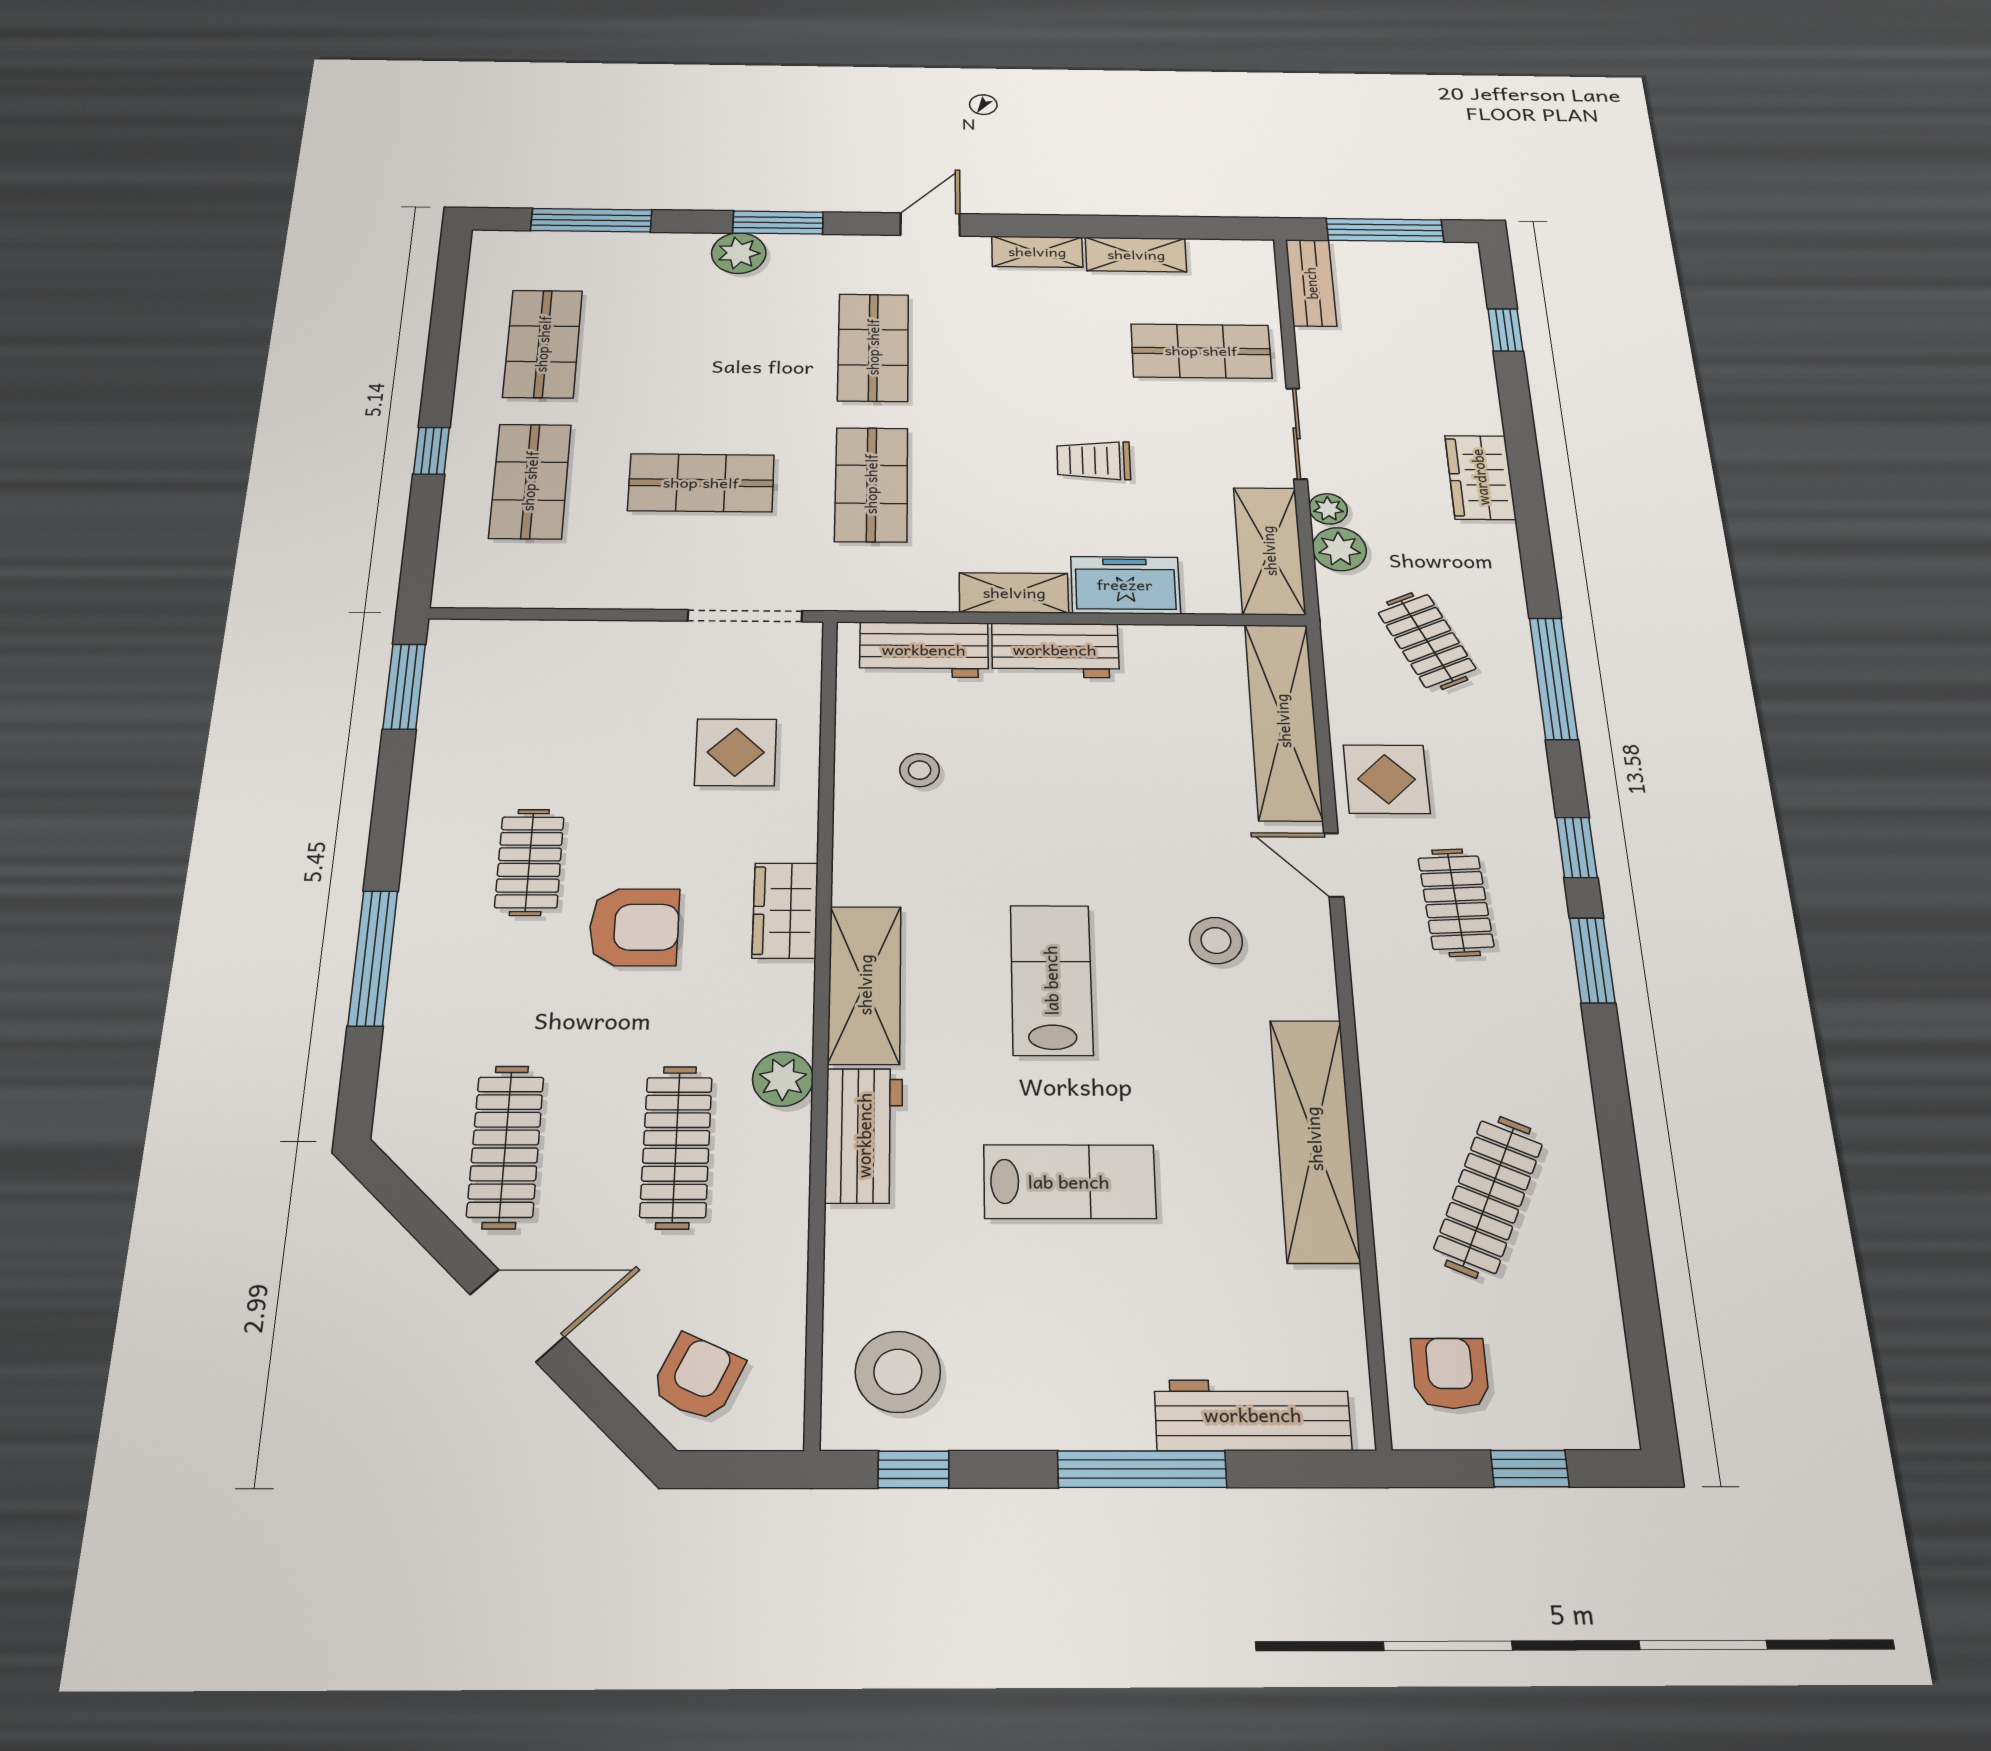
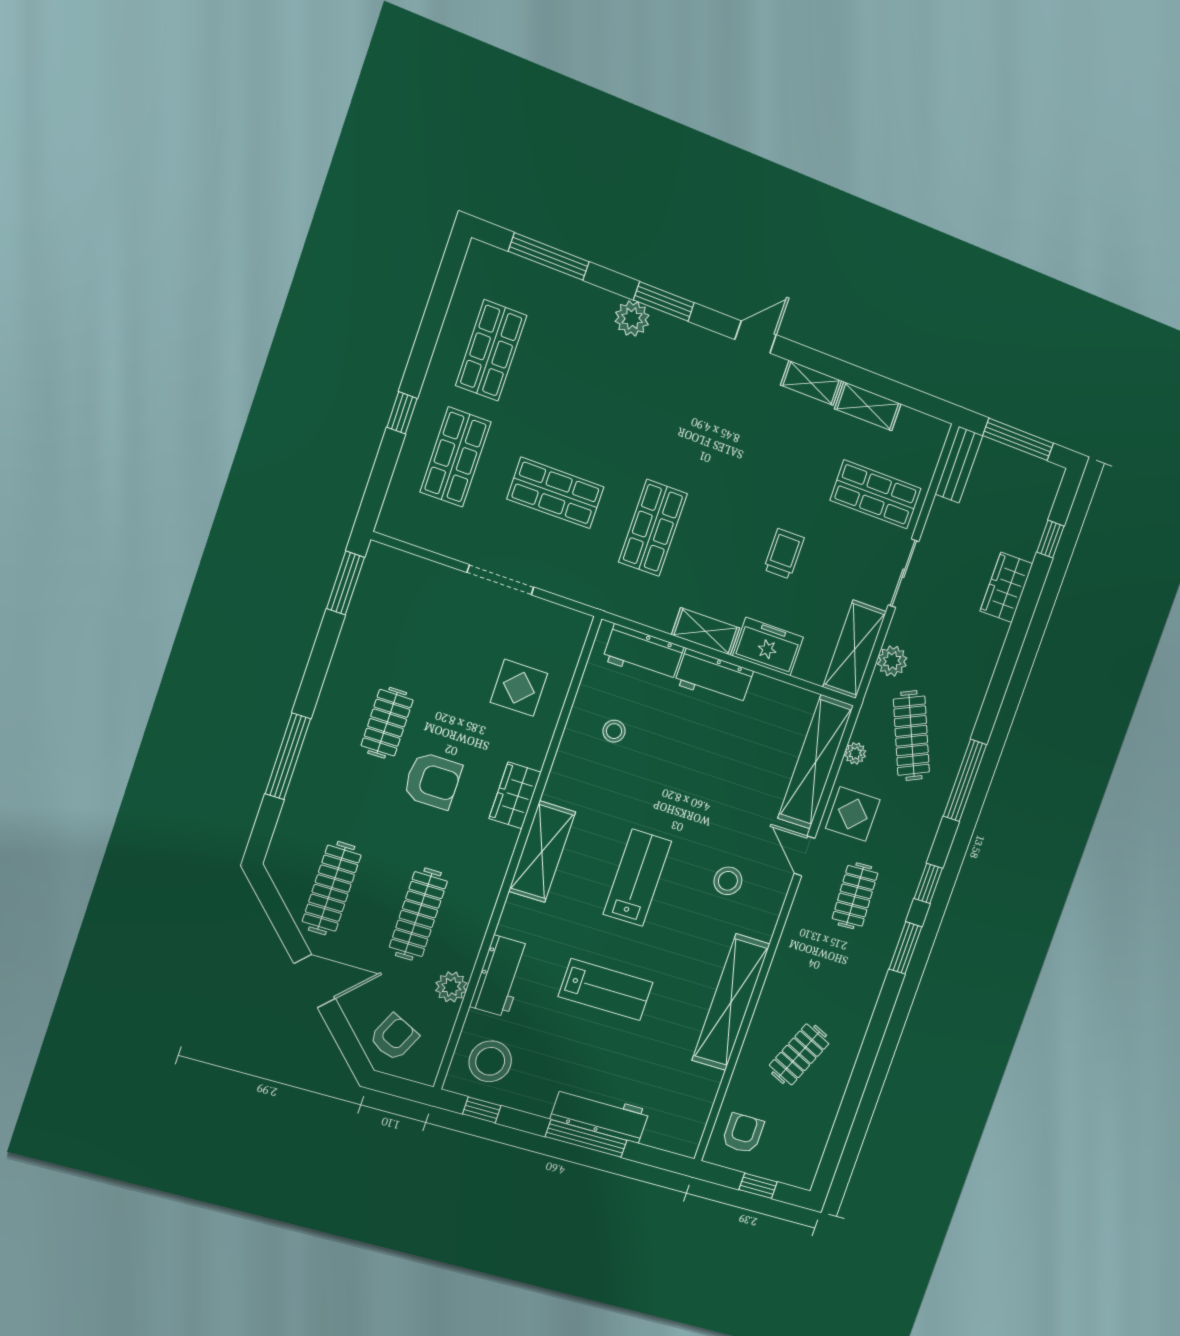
shop shelf: (873, 347) -> (688, 424), removed
trolley: (1094, 460) -> (784, 554), turned 90
wardrobe: (1480, 477) -> (1006, 587), moved
plant: (1328, 509) -> (855, 753), moved
doorway: (745, 616) -> (500, 580), moved
clothes rail: (1427, 641) -> (911, 736), width x1.36
plant: (783, 1079) -> (451, 987), moved
workbench: (864, 1135) -> (500, 976), moved
clothes rail: (1488, 1196) -> (799, 1054), width x0.73
workbench: (1253, 1415) -> (600, 1115), moved

